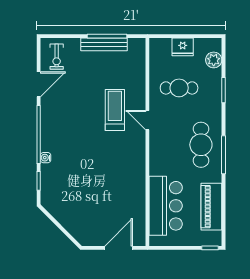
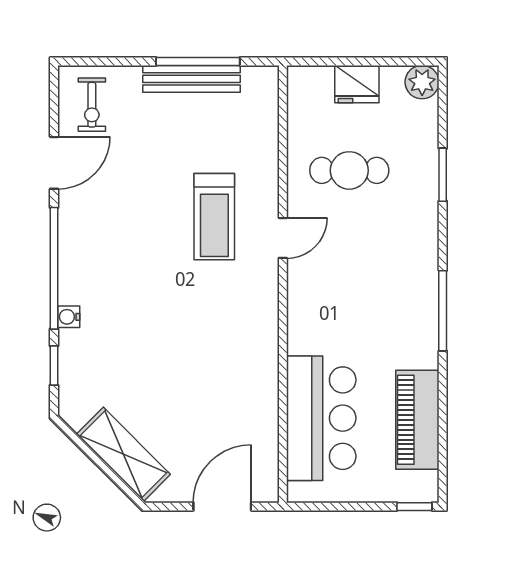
plant: (214, 60) -> (422, 82), moved
treadmill: (115, 110) -> (214, 217), turned 180
door: (147, 120) -> (283, 238), swing flipped
cafe table: (201, 145) -> (395, 290), removed
shelving: (72, 223) -> (123, 454), added

